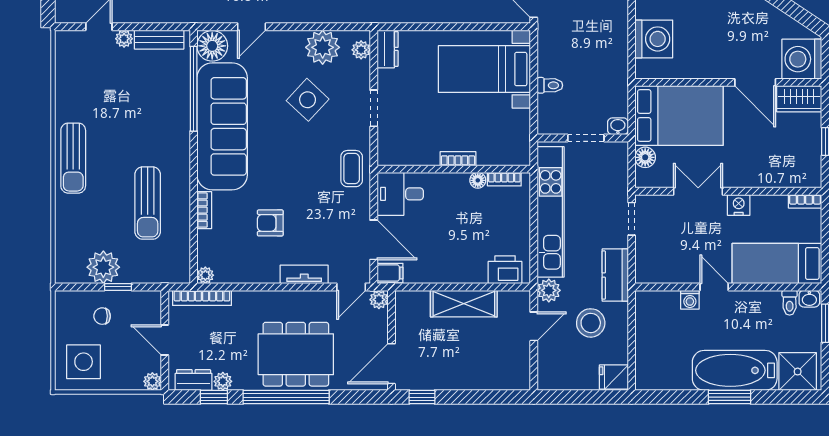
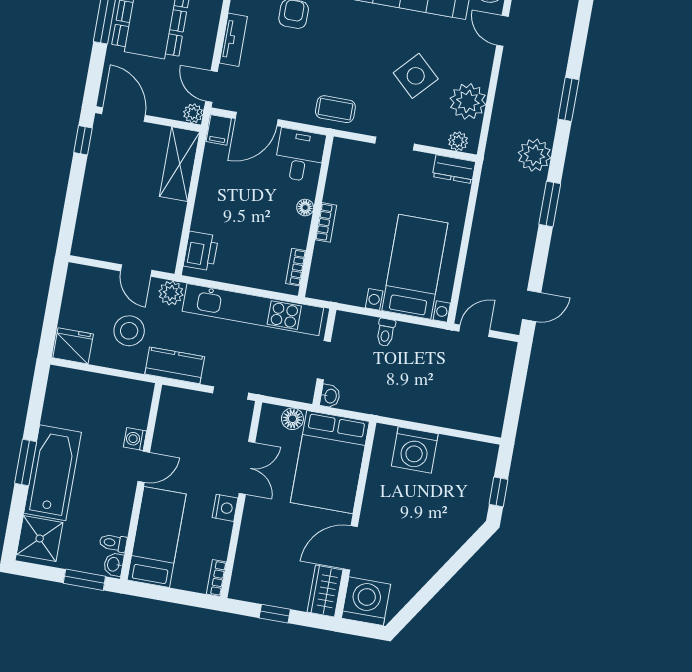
floor lamp: (478, 180) -> (305, 208), moved
shelving: (464, 304) -> (180, 164), moved
fridge: (614, 377) -> (73, 346), width x1.38

